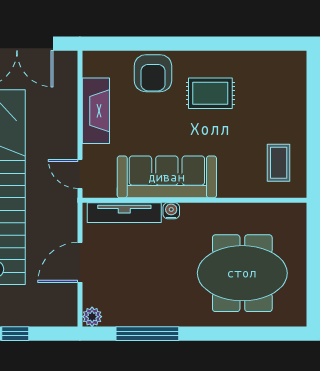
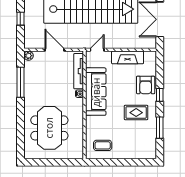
window: (174, 44) -> (160, 95), added
window: (242, 44) -> (160, 128), added
armchair: (153, 73) -> (146, 85), turned -90
rug: (210, 93) -> (136, 113), turned 90

